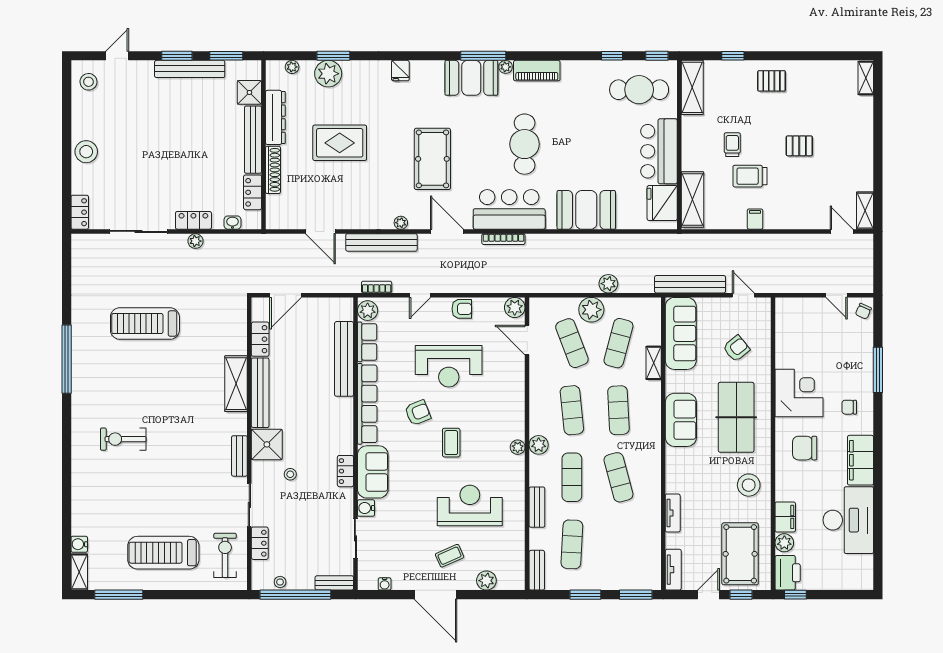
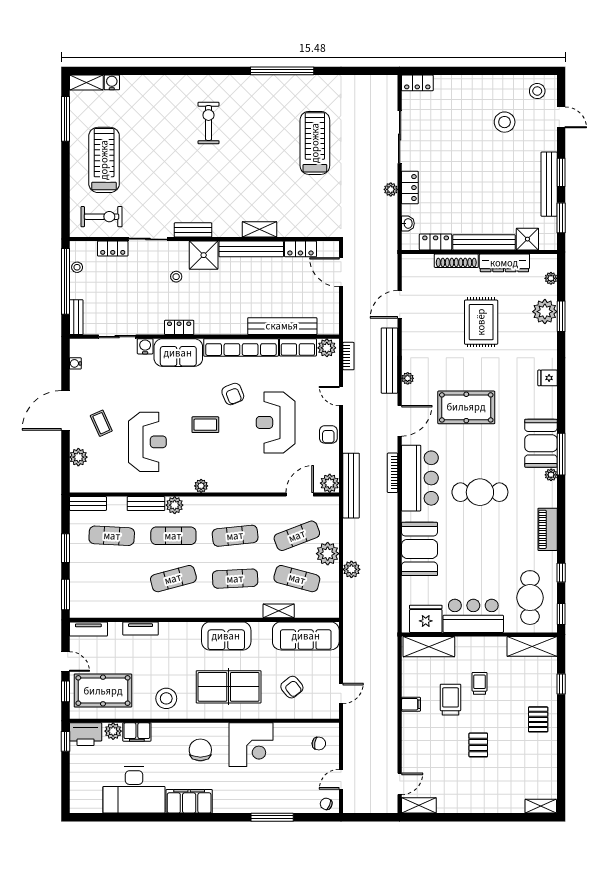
piano: (537, 71) -> (548, 529), moved
trolley: (732, 145) -> (480, 683), turned -90
stool: (86, 152) -> (505, 122), moved
bench: (690, 284) -> (351, 486), moved
shelving: (236, 384) -> (259, 229), width x0.67, depth x0.75
chair: (849, 407) -> (319, 743), moved, turned 99
plant: (539, 445) -> (175, 505), moved

